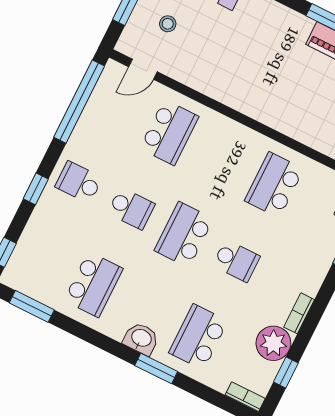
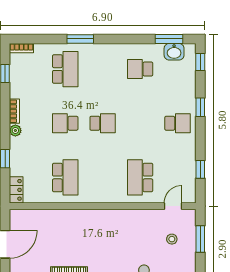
window: (79, 102) -> (200, 169), width x0.32
school desk: (131, 208) -> (140, 123), removed
school desk: (184, 235) -> (103, 123), width x0.54
school desk: (93, 285) -> (140, 69), width x0.54
washbasin: (141, 339) -> (174, 52), moved
plant: (273, 343) -> (15, 130), moved, width x0.53, depth x0.53

